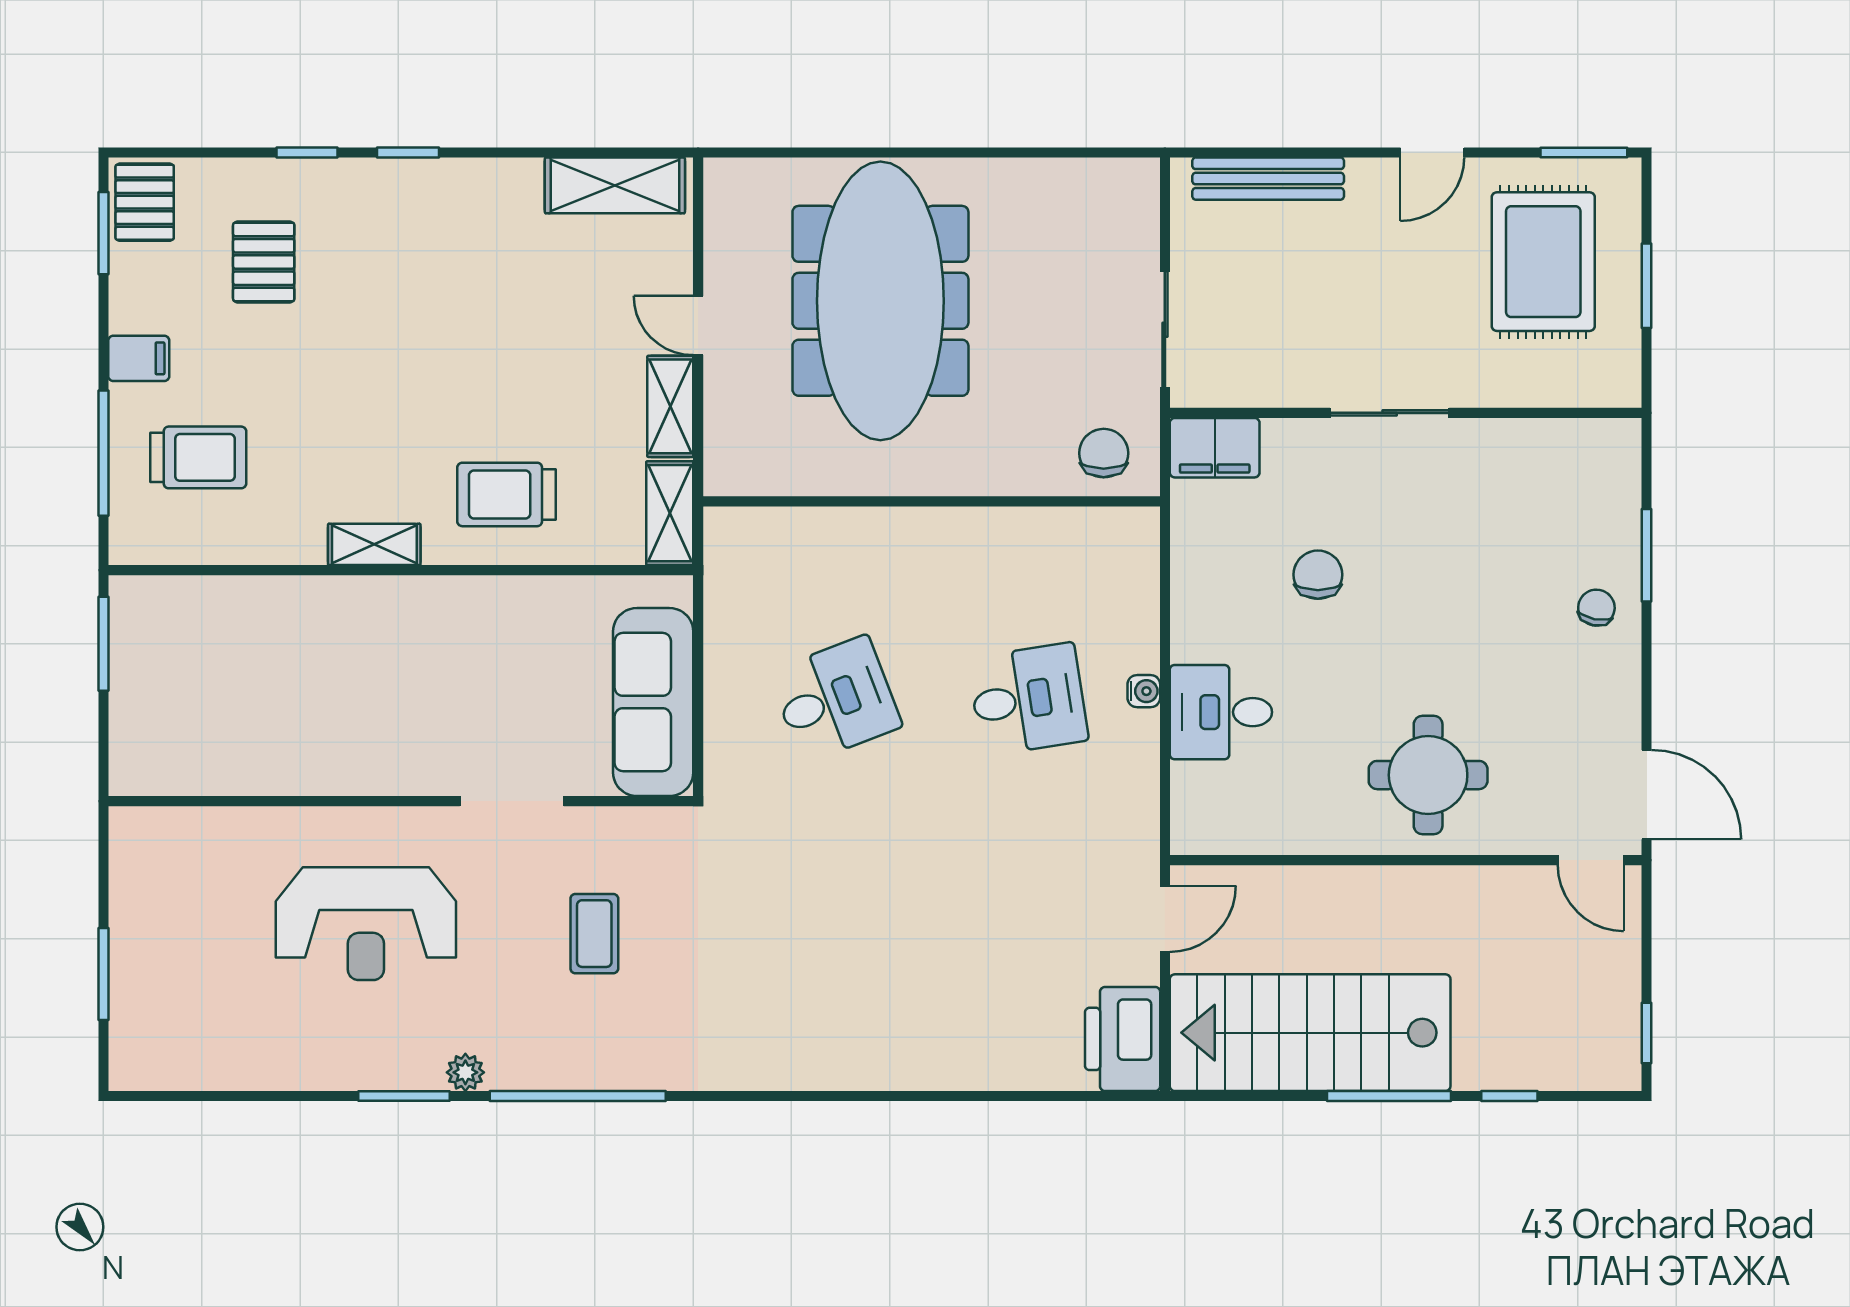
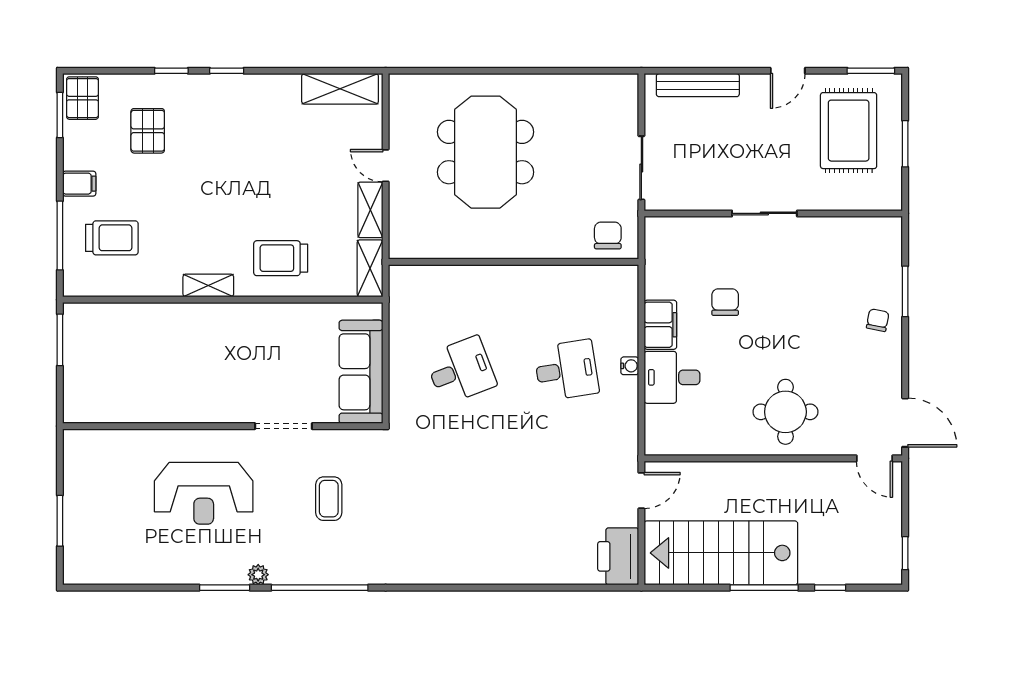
meeting table: (880, 301) -> (485, 152), width x0.73
filing cabinet: (1215, 448) -> (660, 325), moved, turned -90

